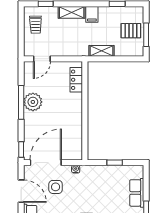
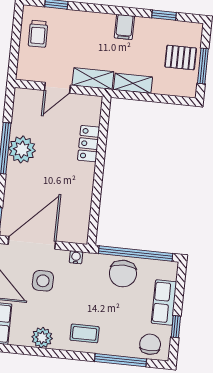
shelving: (72, 12) -> (93, 79), moved
door: (42, 59) -> (57, 88), moved
locker: (76, 80) -> (89, 144), moved
window: (115, 163) -> (136, 253), width x3.17
chair: (108, 177) -> (123, 274), added

